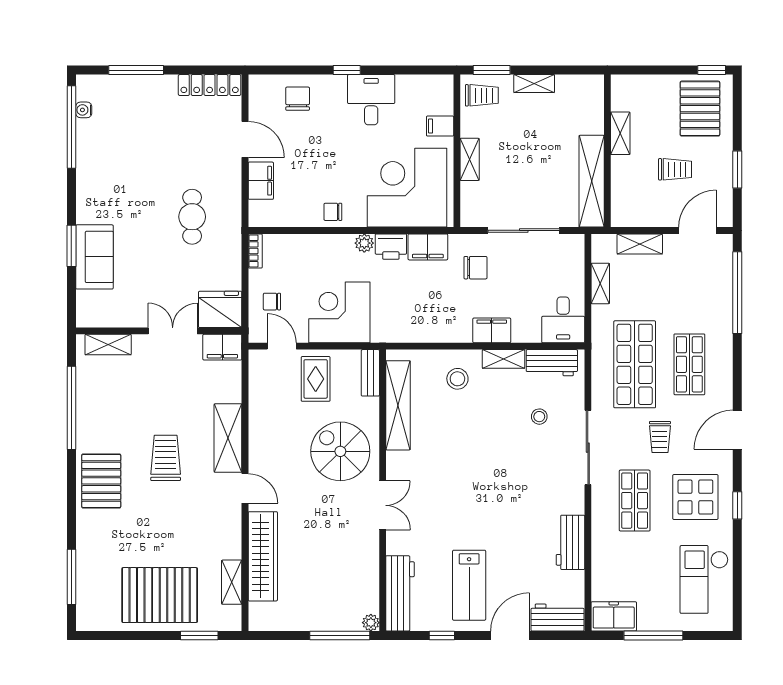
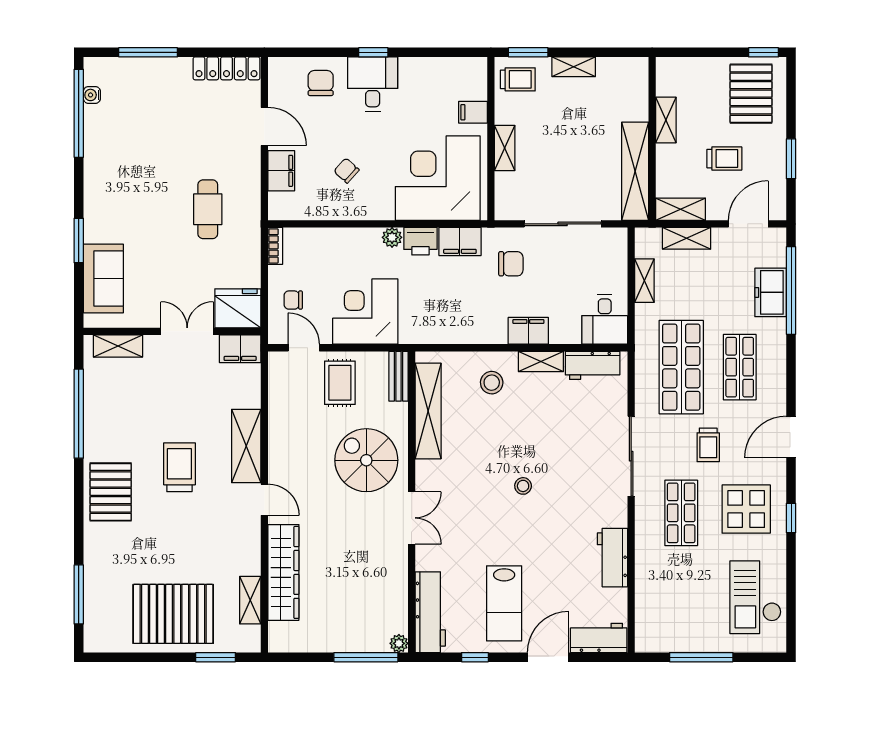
desk: (371, 100) -> (373, 84), moved
chair: (333, 212) -> (346, 171), moved, turned 42
shelving: (634, 217) -> (680, 209), added
sofa: (94, 257) -> (103, 279), moved
stool: (539, 417) -> (523, 486), moved
freezer: (614, 616) -> (771, 292), moved, turned -90

